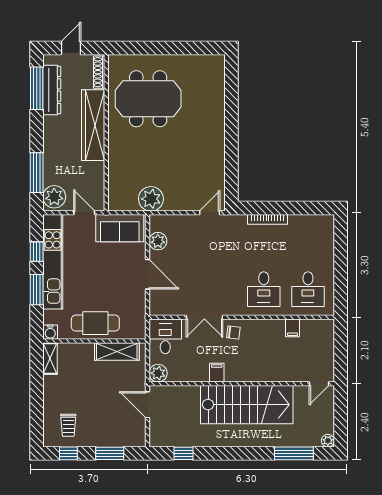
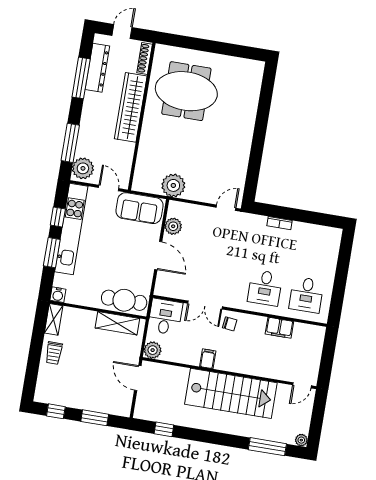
window: (37, 88) -> (81, 78), moved
bookcase: (268, 219) -> (279, 223), width x0.64
cafe table: (95, 323) -> (124, 300), moved
filing cabinet: (292, 328) -> (279, 328), width x2.00
trolley: (68, 425) -> (54, 353), moved

